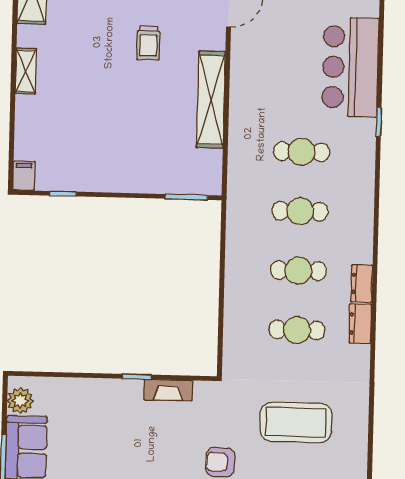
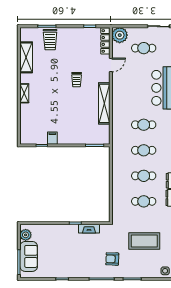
filing cabinet: (24, 176) -> (52, 138), moved

